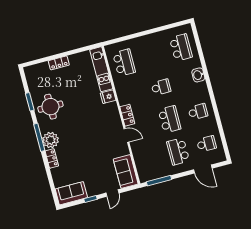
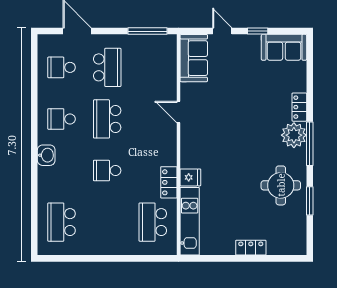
washbasin: (198, 75) -> (46, 155), moved
locker: (127, 115) -> (169, 182), moved
door: (112, 193) -> (222, 31), hinge flipped

